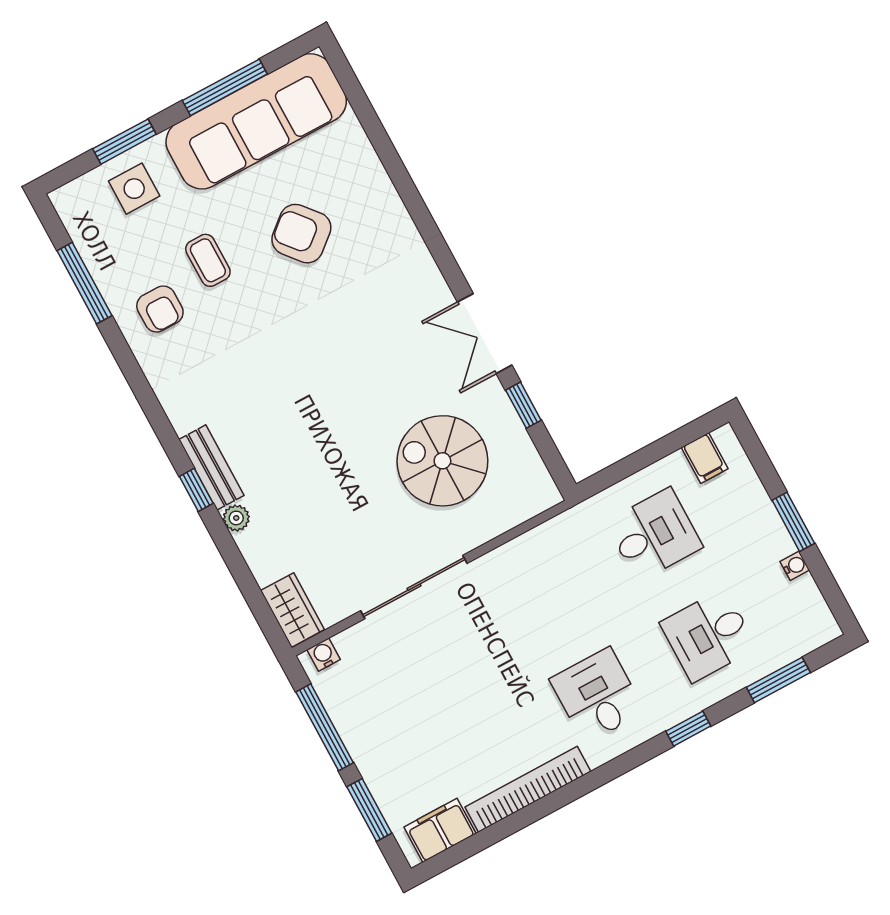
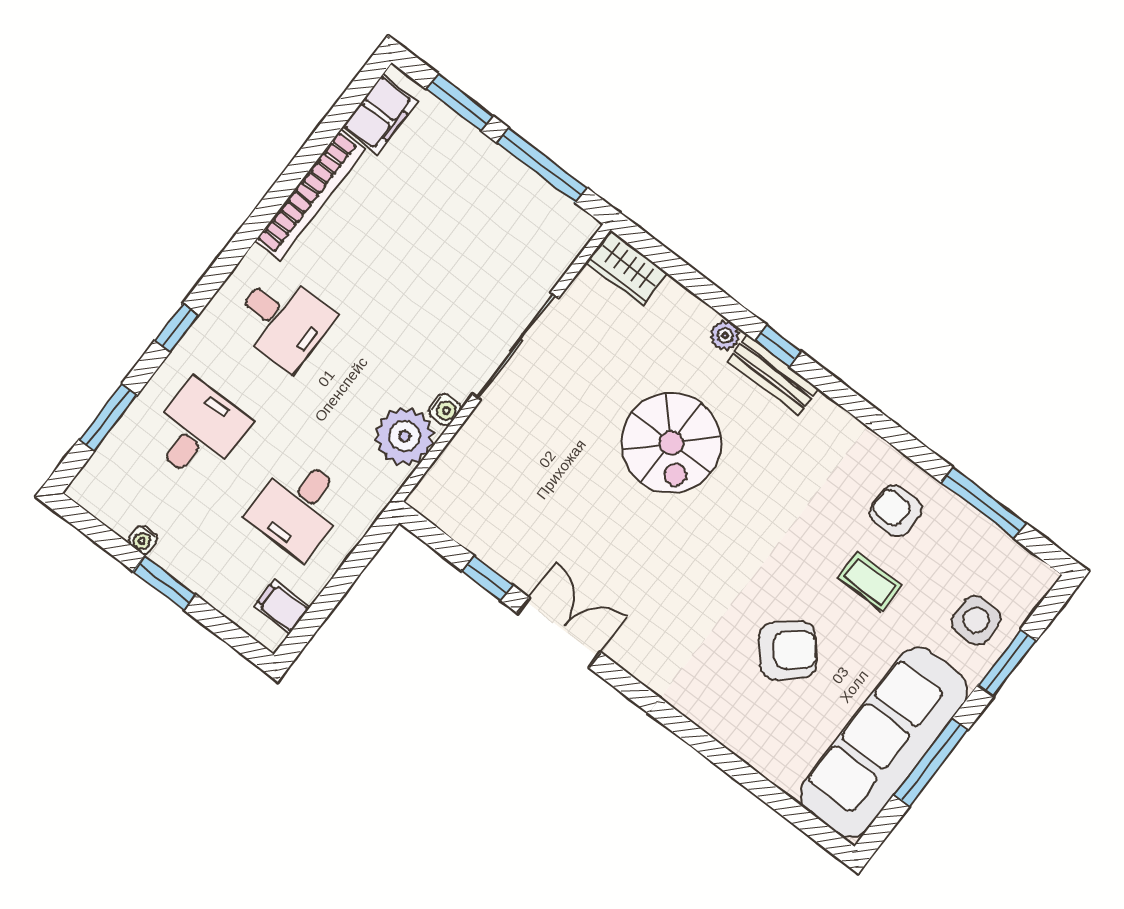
spiral stairs: (442, 461) -> (671, 443), moved, turned 90
plant: (540, 554) -> (404, 436), added
water cooler: (324, 655) -> (445, 409), moved

